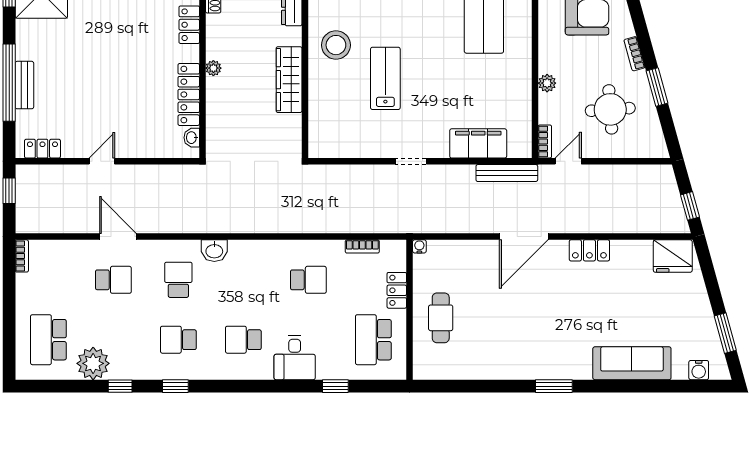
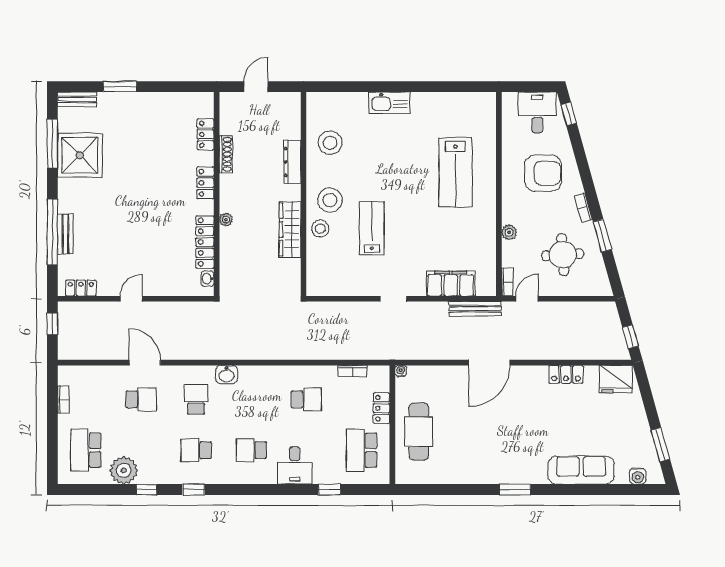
stool: (325, 79) -> (320, 229), added
locker: (589, 250) -> (566, 374), moved
bookcase: (22, 256) -> (63, 399), moved
cafe table: (441, 318) -> (419, 432), width x1.37, depth x1.35

